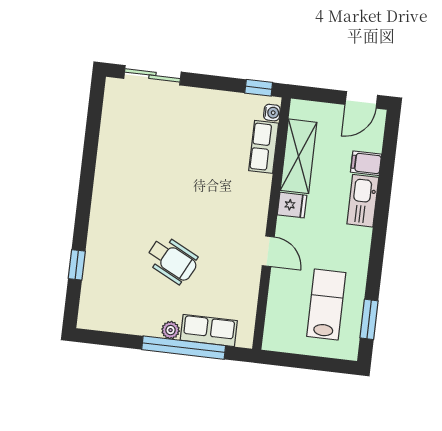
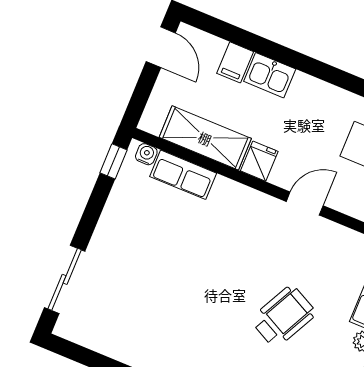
kitchen sink: (363, 201) -> (270, 75), width x0.73

